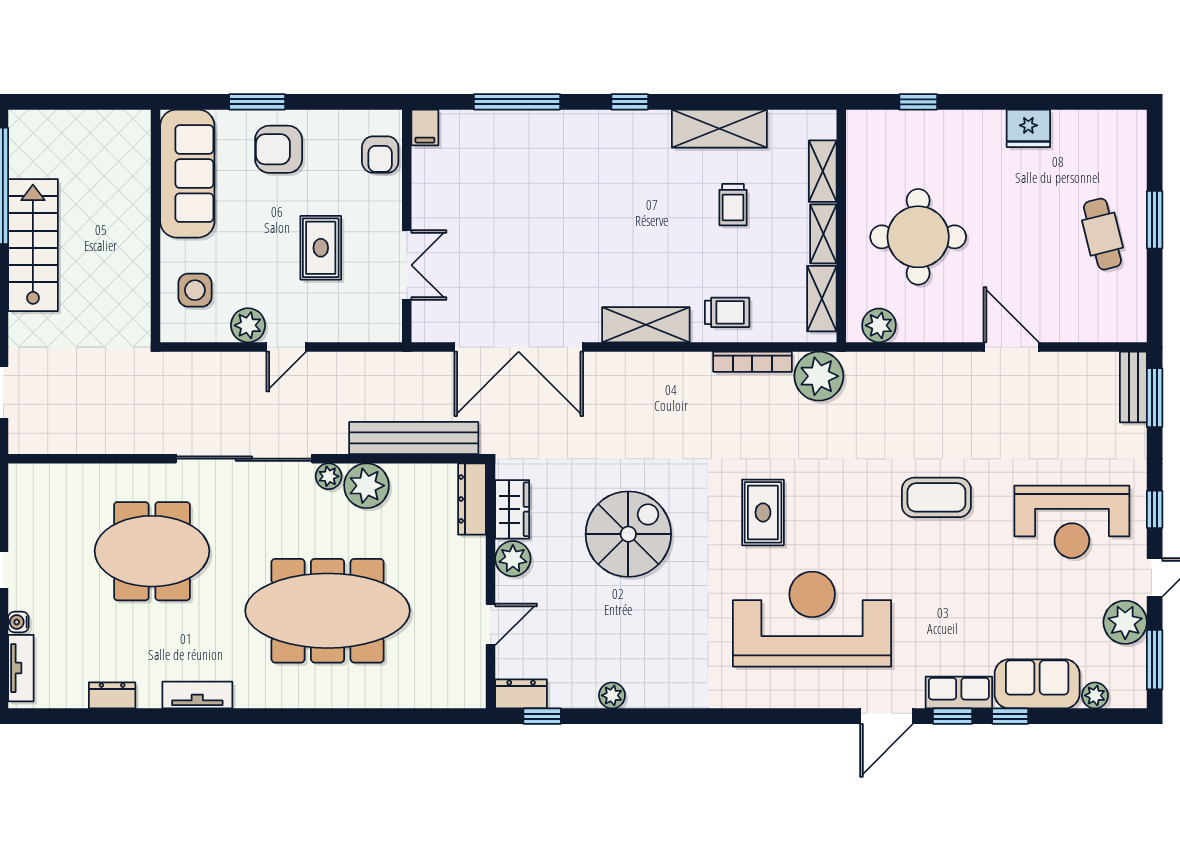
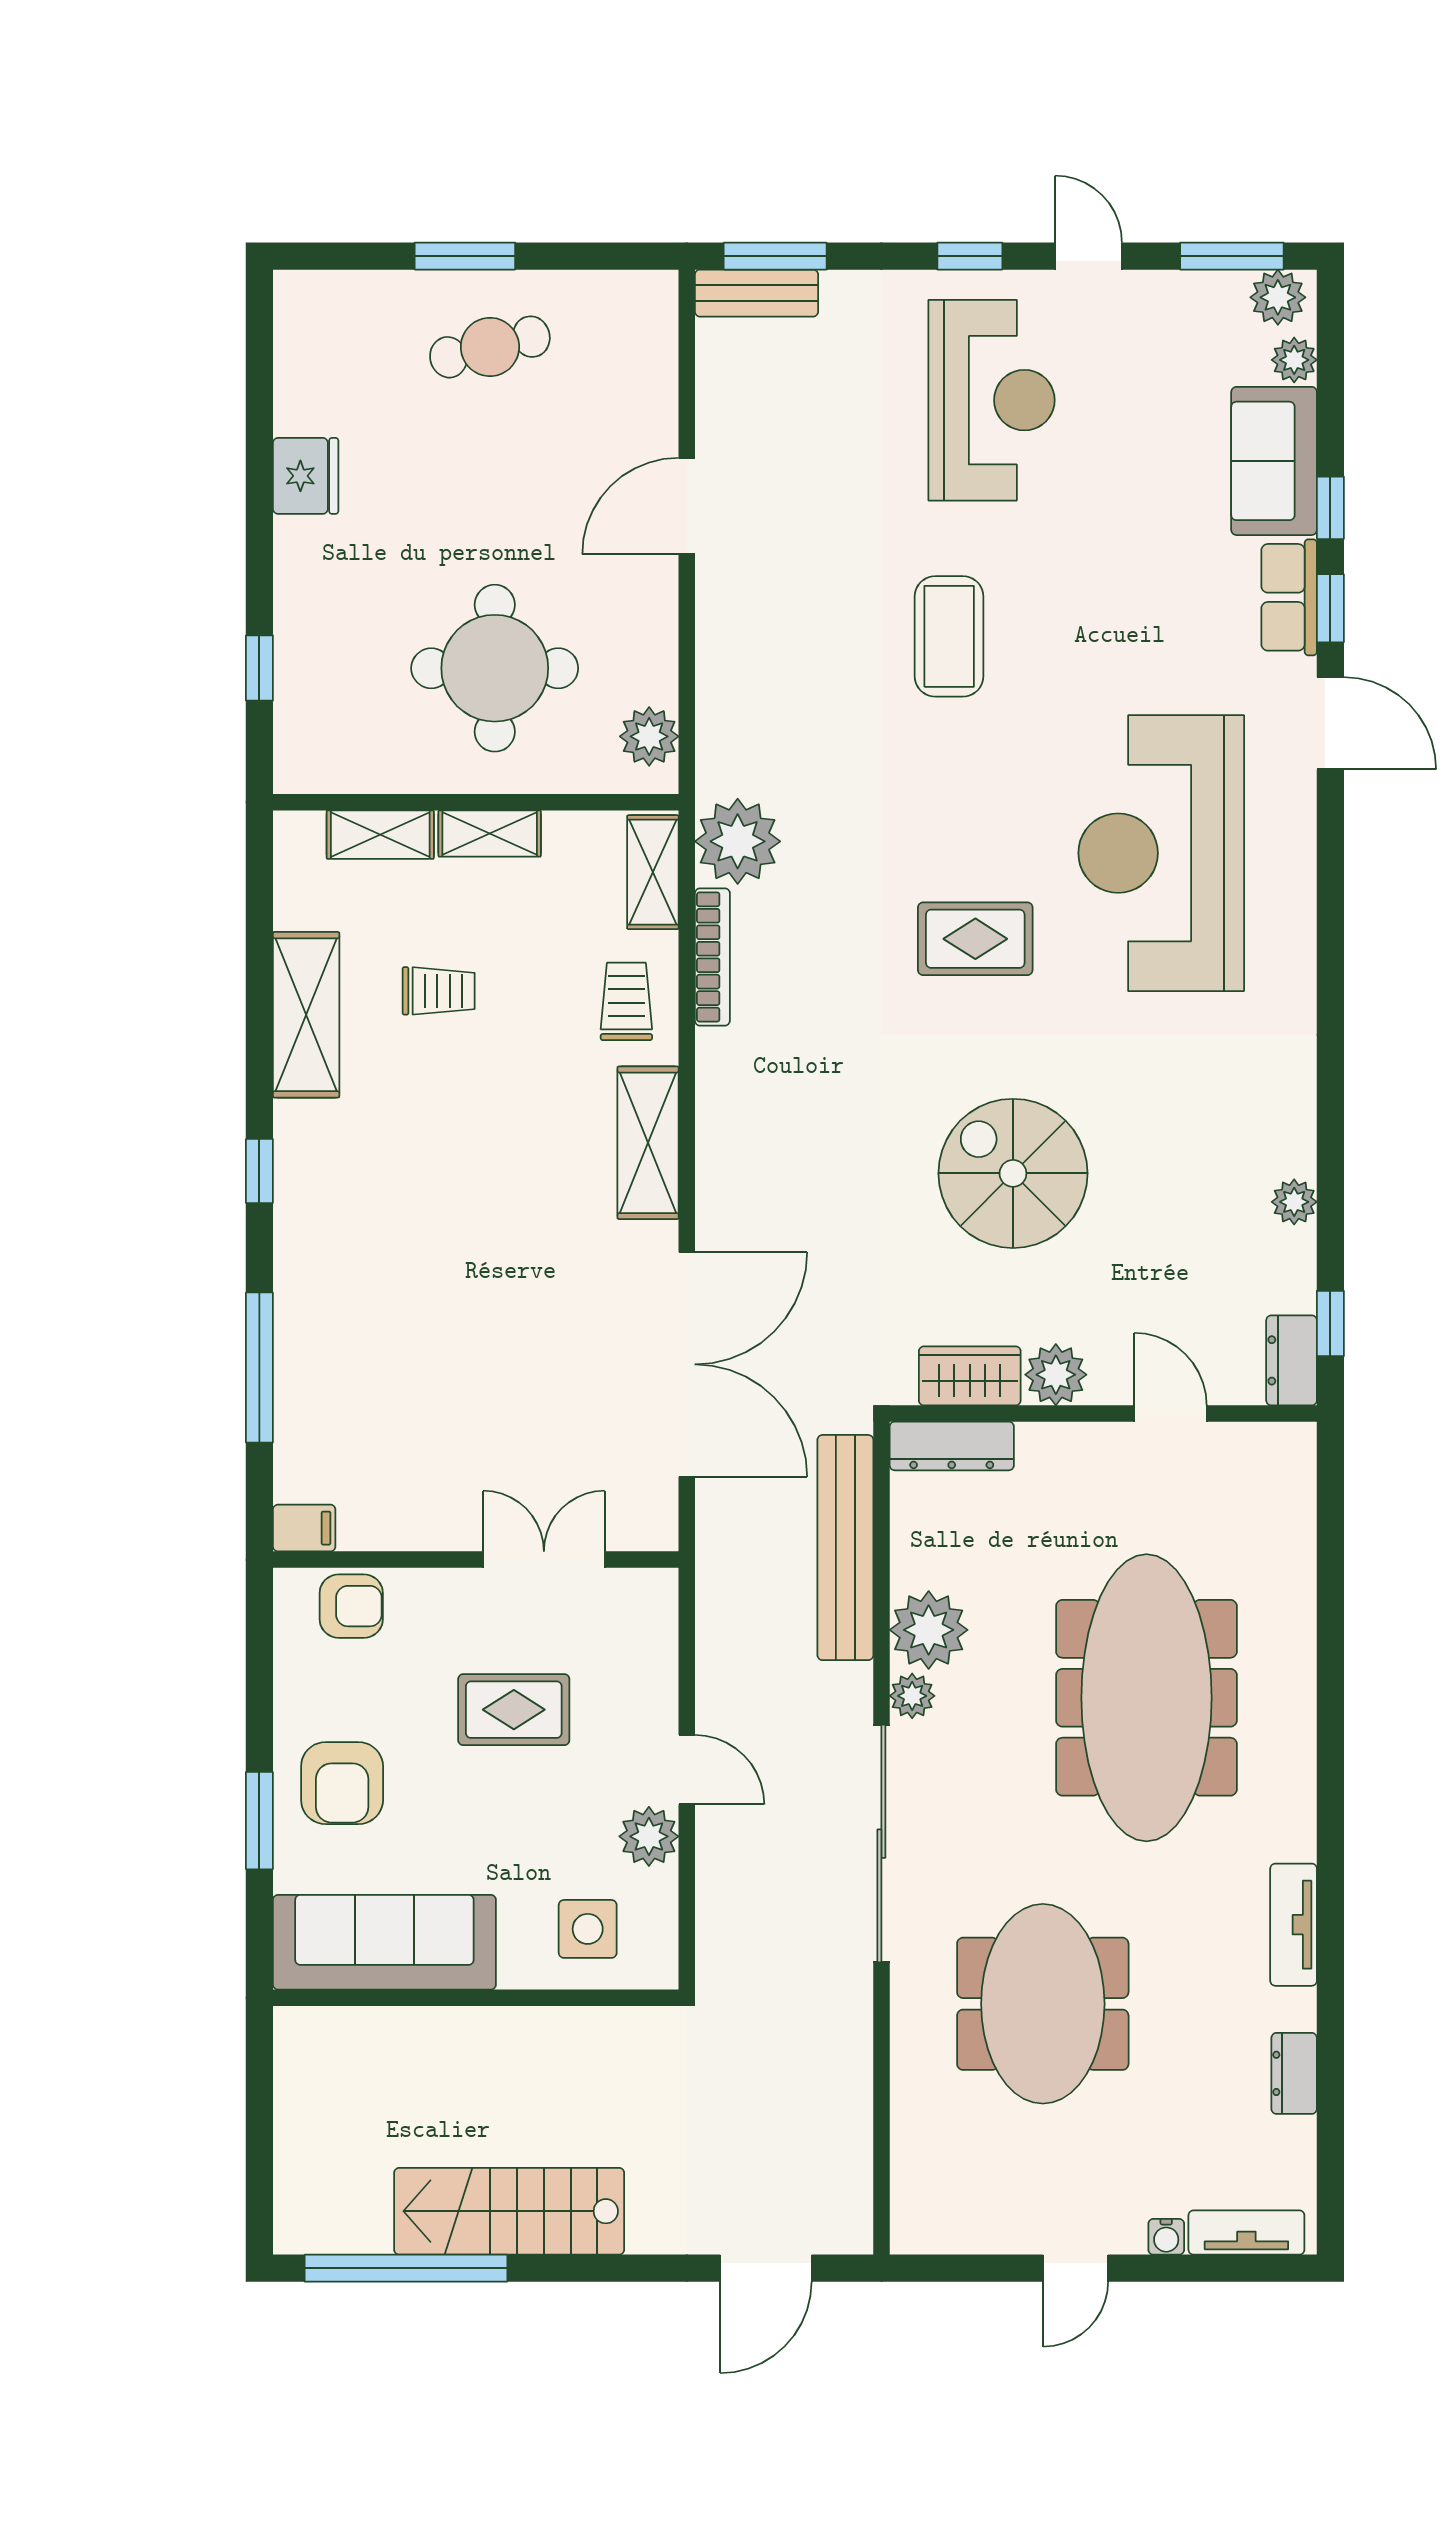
shelving: (822, 299) -> (653, 872), moved, turned 90
plant: (1125, 622) -> (1278, 297), moved, width x0.73, depth x0.73

